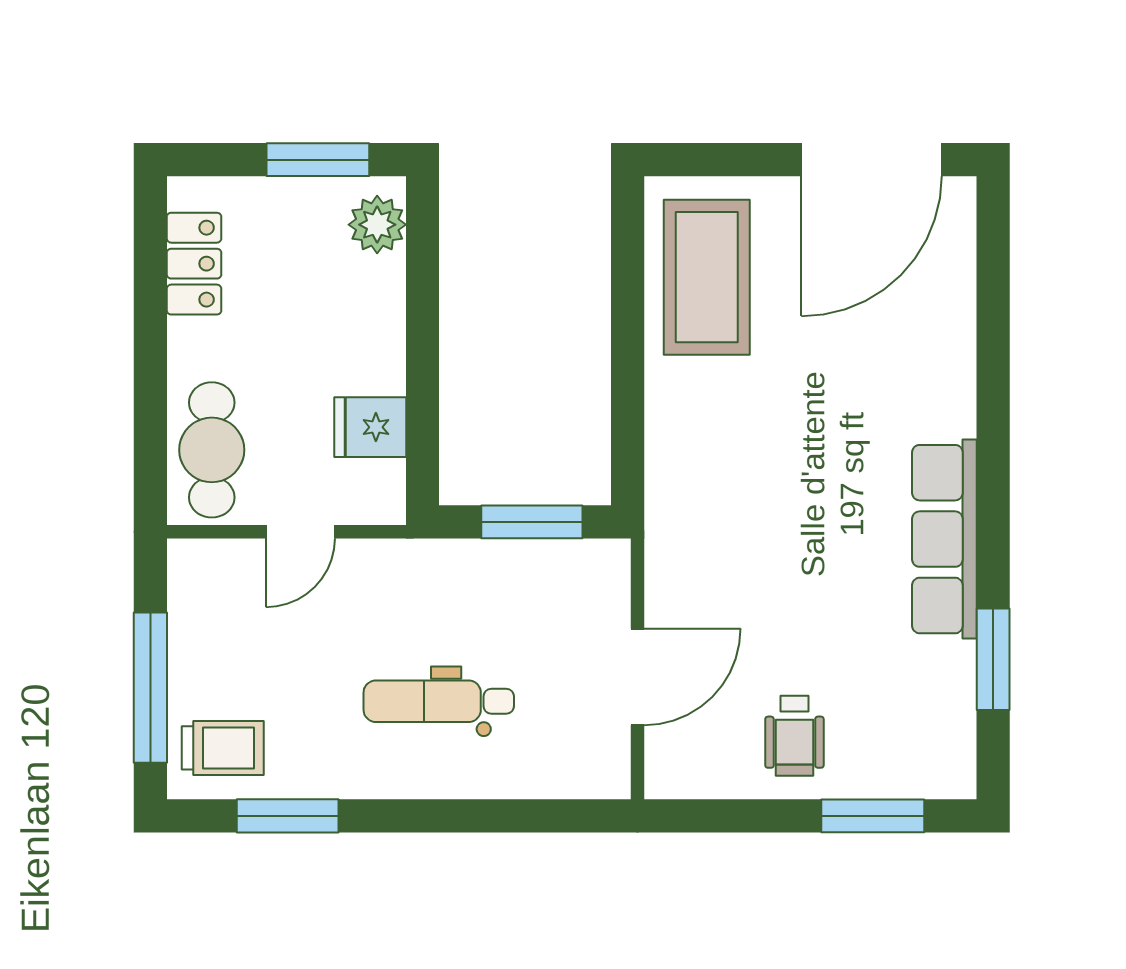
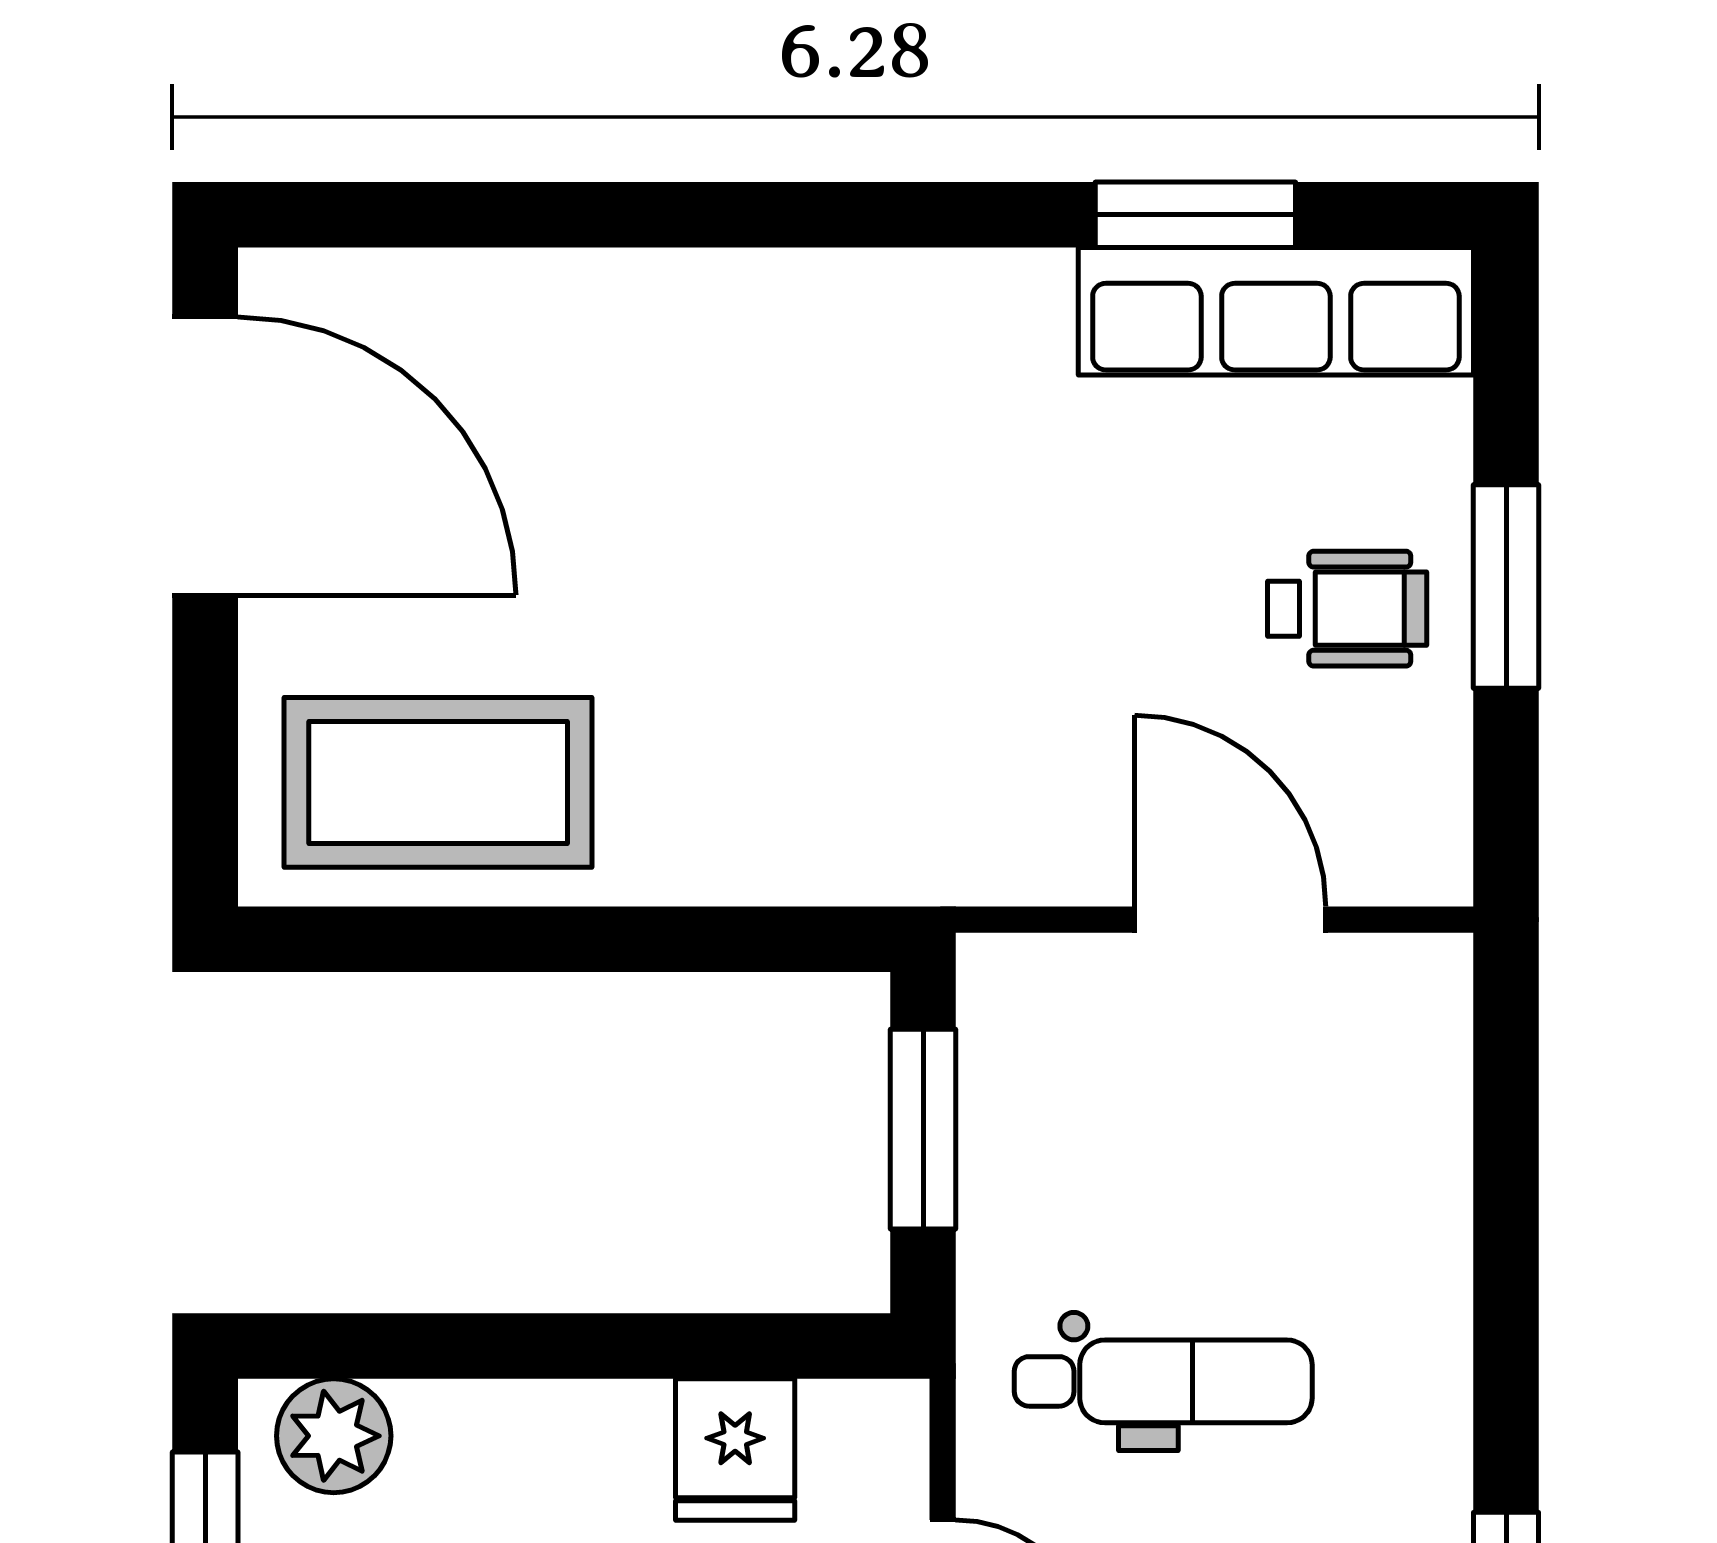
row of seats: (944, 539) -> (1276, 311), moved
dental chair: (439, 701) -> (1163, 1381), moved, turned -90
window: (873, 816) -> (1506, 587), moved

